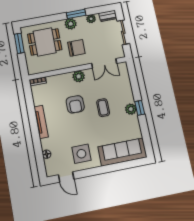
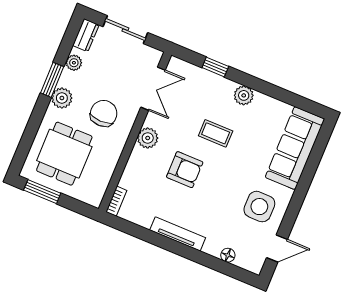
window: (140, 108) -> (215, 67), moved

